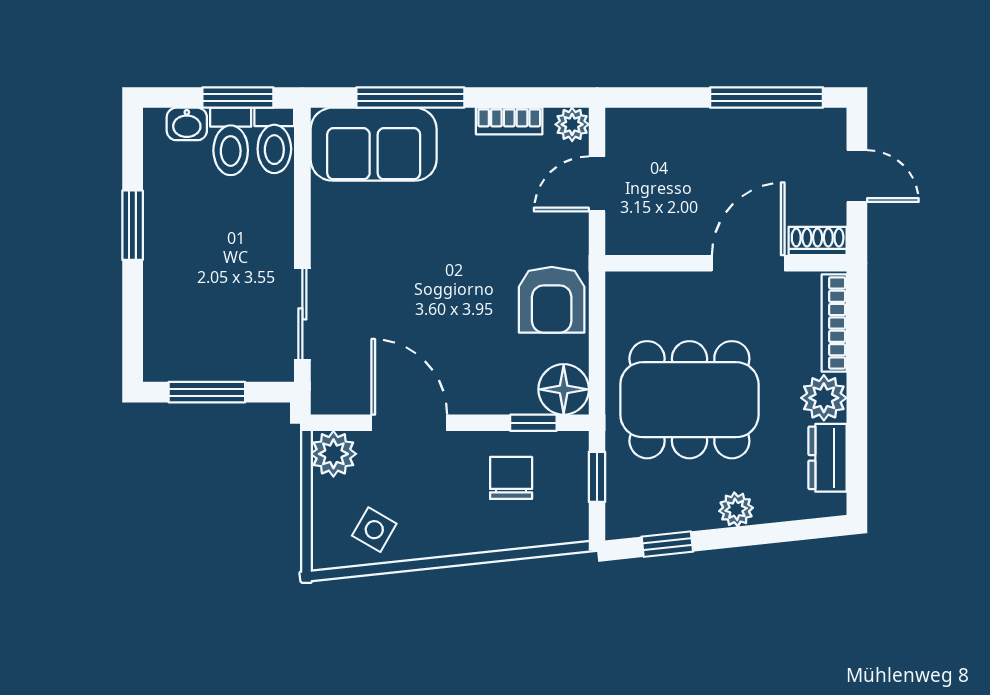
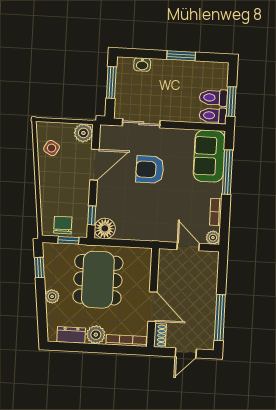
washbasin: (187, 124) -> (142, 65), moved, turned -90
armchair: (552, 300) -> (150, 169), moved
chair: (511, 478) -> (63, 225), moved, turned -90

